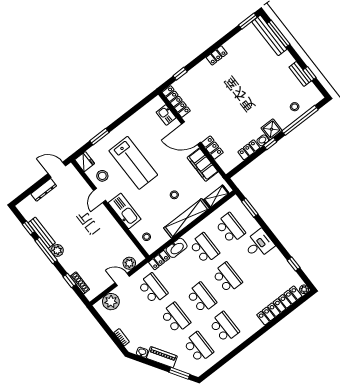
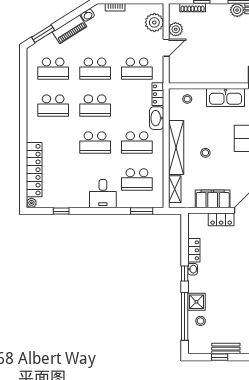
shower: (271, 129) -> (196, 302), moved
plant: (129, 263) -> (176, 29), moved

